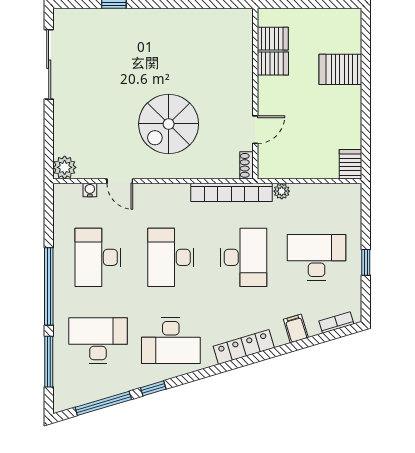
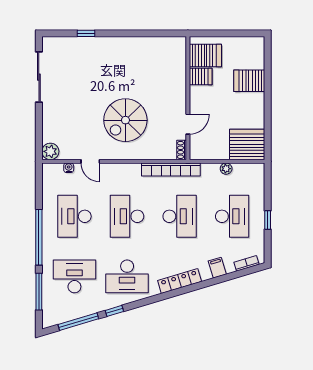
server rack: (273, 39) -> (205, 55), width x1.36, depth x1.44
server rack: (350, 164) -> (247, 144), width x2.18, depth x1.44
plant: (282, 191) -> (226, 169), moved
desk: (317, 257) -> (232, 216), turned 90

